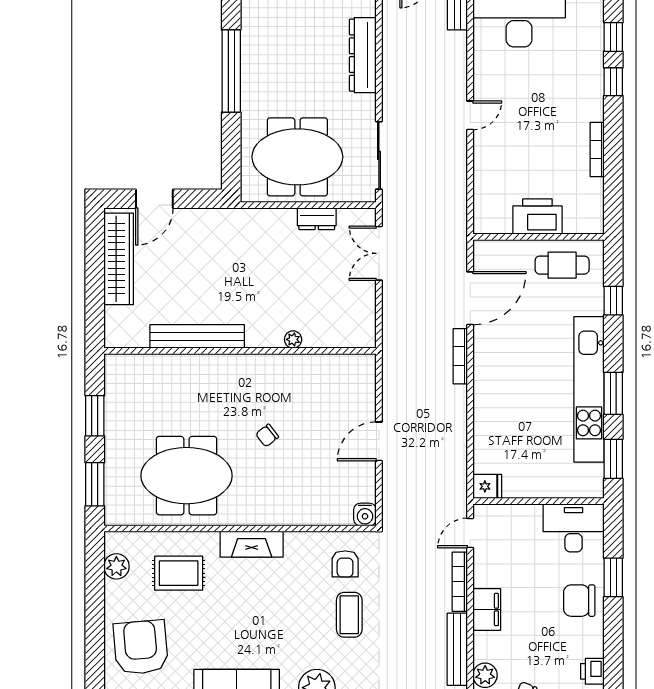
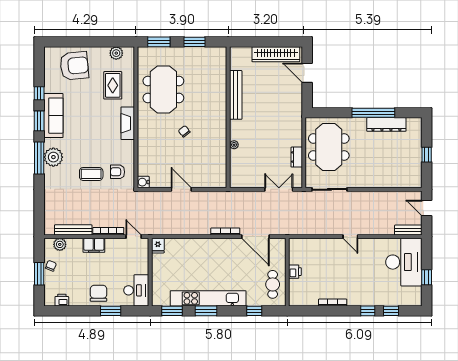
dresser: (363, 55) -> (386, 124), moved, turned 180
printer: (537, 217) -> (295, 272), width x0.53, depth x0.68

